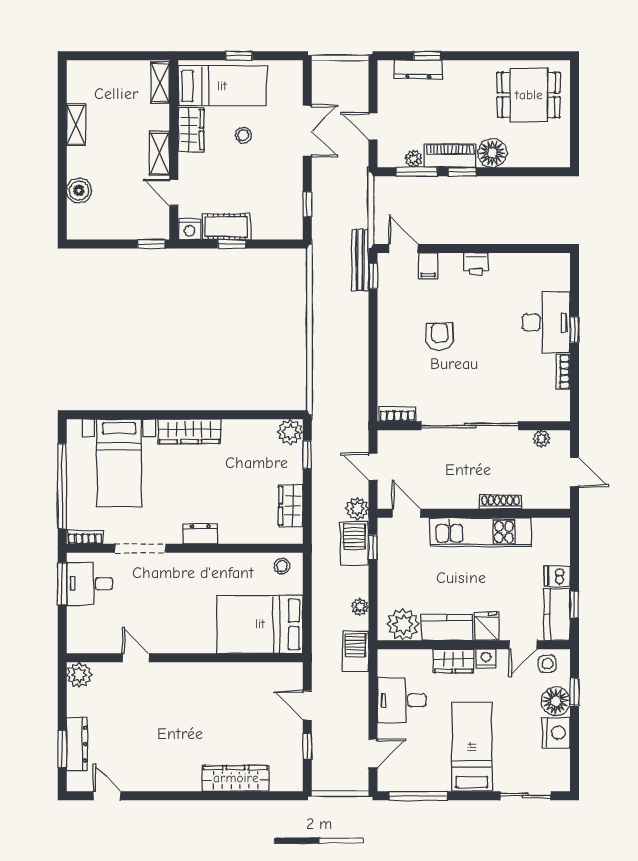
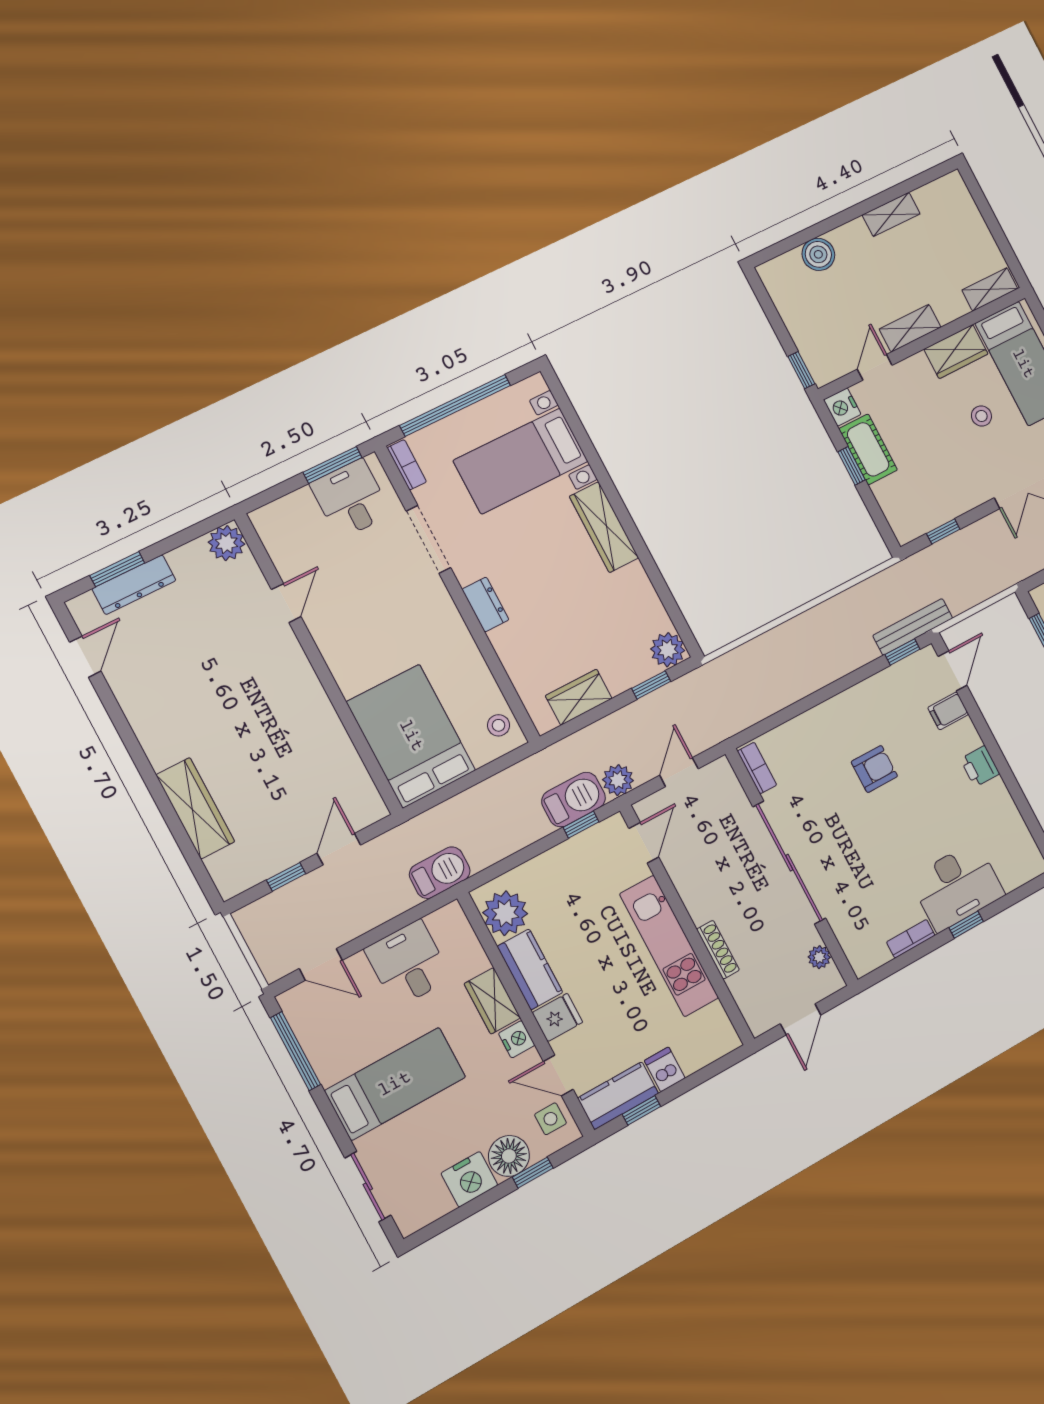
plant: (360, 607) -> (499, 848), removed

